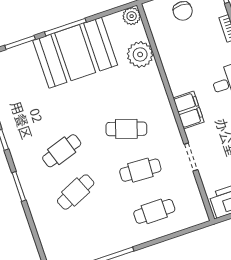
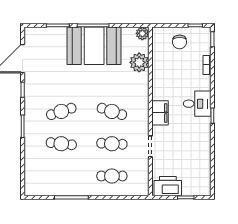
cafe table: (76, 192) -> (61, 144), turned 30

